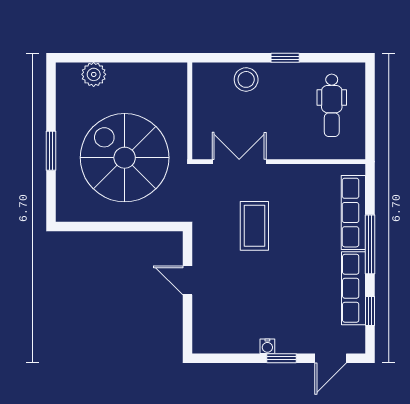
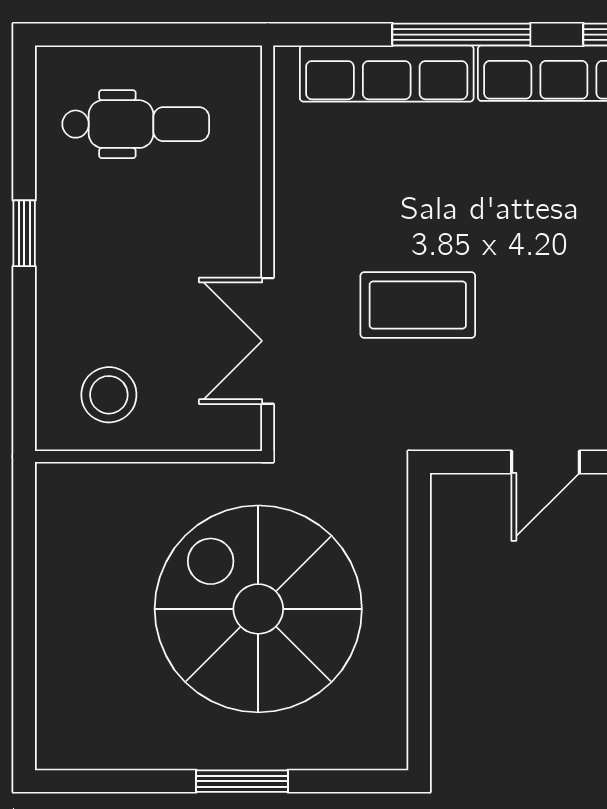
plant: (94, 74) -> (63, 681), removed
stool: (246, 79) -> (109, 395), moved
spiral stairs: (125, 158) -> (258, 609), turned 90

